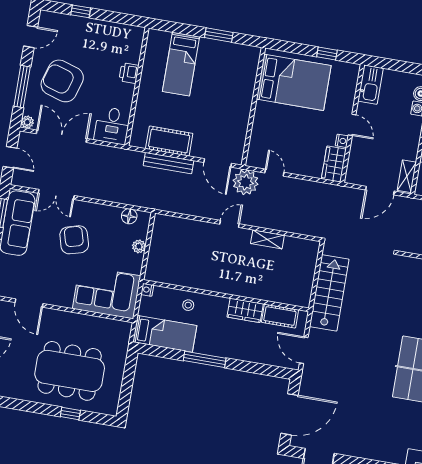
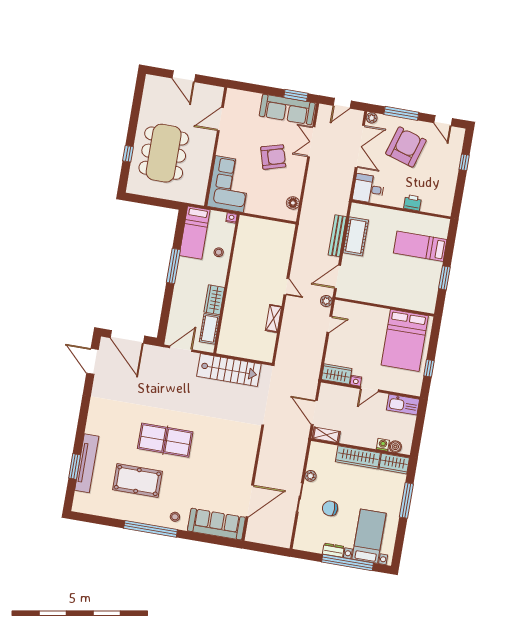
plant: (246, 182) -> (326, 301), width x0.53, depth x0.53
plant: (139, 246) -> (268, 211), removed

